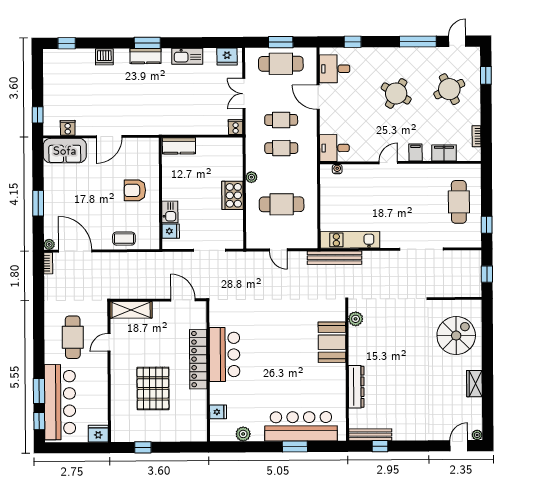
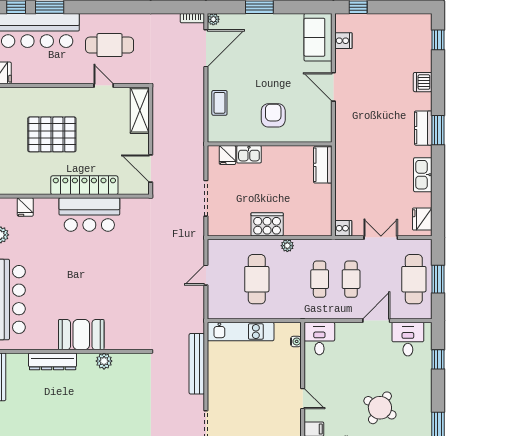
kitchen unit: (350, 240) -> (241, 332), moved, turned 90
bench: (334, 258) -> (197, 364), moved
door: (183, 300) -> (151, 168), swing flipped
plant: (356, 319) -> (104, 361), moved
booth: (332, 342) -> (81, 335), moved

